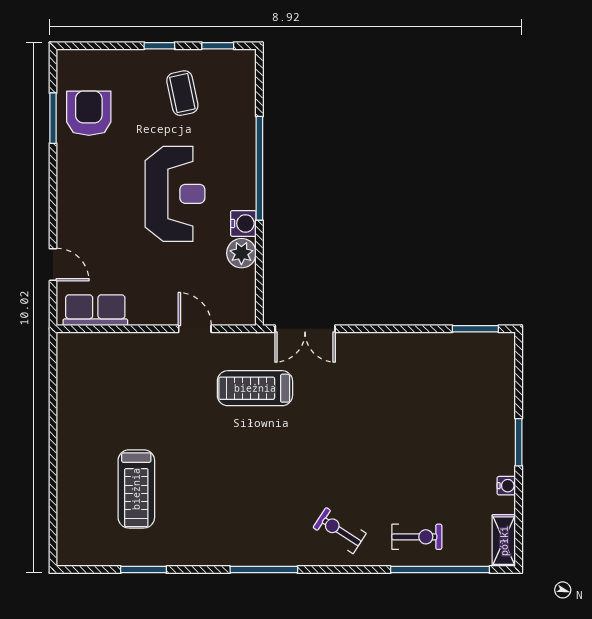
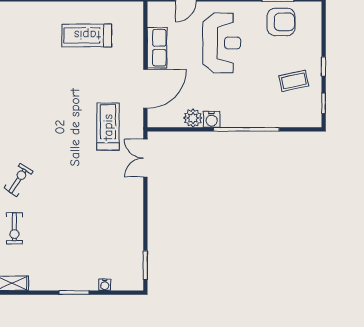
reception desk: (175, 194) -> (222, 43), moved, turned -90
row of seats: (95, 310) -> (157, 48), moved
door: (195, 329) -> (145, 89), width x1.88
water cooler: (506, 486) -> (105, 285), moved
treadmill: (136, 489) -> (87, 35), moved

